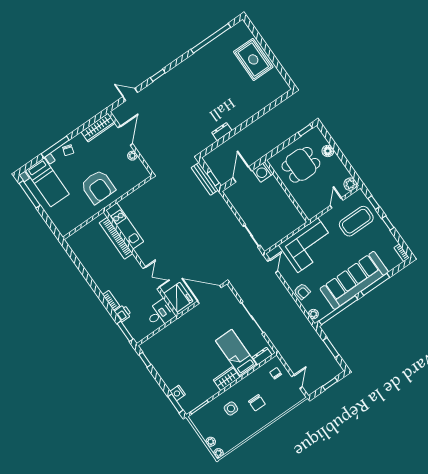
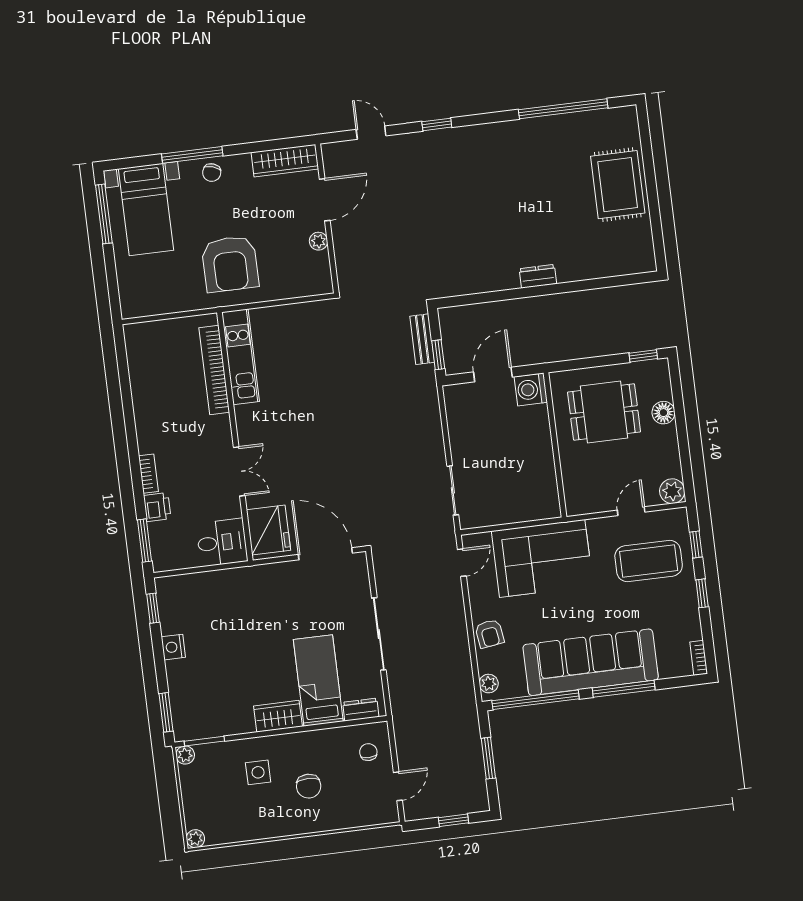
dresser: (222, 132) -> (538, 276), moved
bench: (205, 179) -> (422, 339), width x0.73
nightstand: (178, 393) -> (173, 647), moved
plant: (211, 442) -> (185, 755), moved

